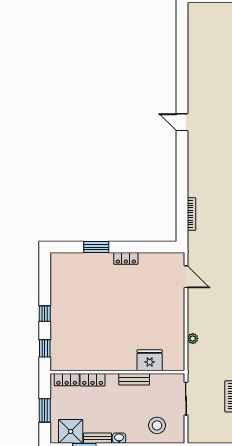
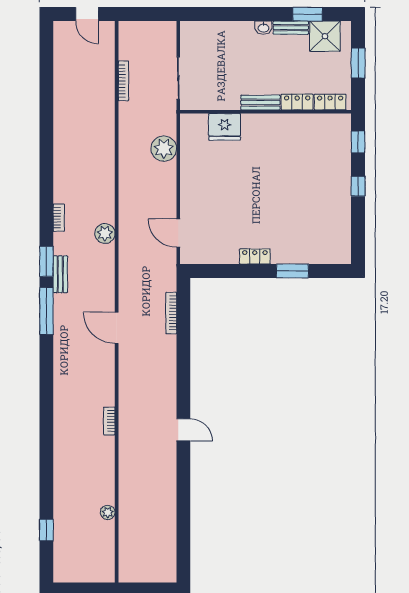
plant: (193, 338) -> (164, 149), width x1.88, depth x1.88
bench: (134, 379) -> (260, 103), moved
stool: (157, 425) -> (215, 44), removed

